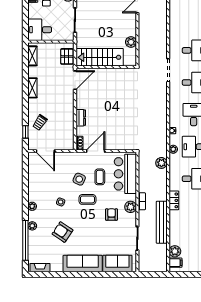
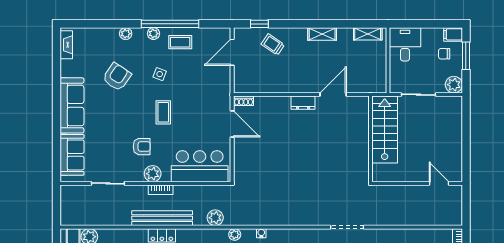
plant: (131, 42) -> (387, 174), removed
pallet: (67, 56) -> (367, 83), removed
stairs: (100, 57) -> (385, 130), moved
wall: (106, 67) -> (370, 139), moved
door: (75, 80) -> (333, 95), swing flipped
dresser: (81, 118) -> (303, 103), moved
coffee table: (100, 177) -> (180, 42), moved
side table: (79, 179) -> (192, 101), removed
bench: (162, 222) -> (162, 218), moved
window: (25, 240) -> (170, 24), moved

